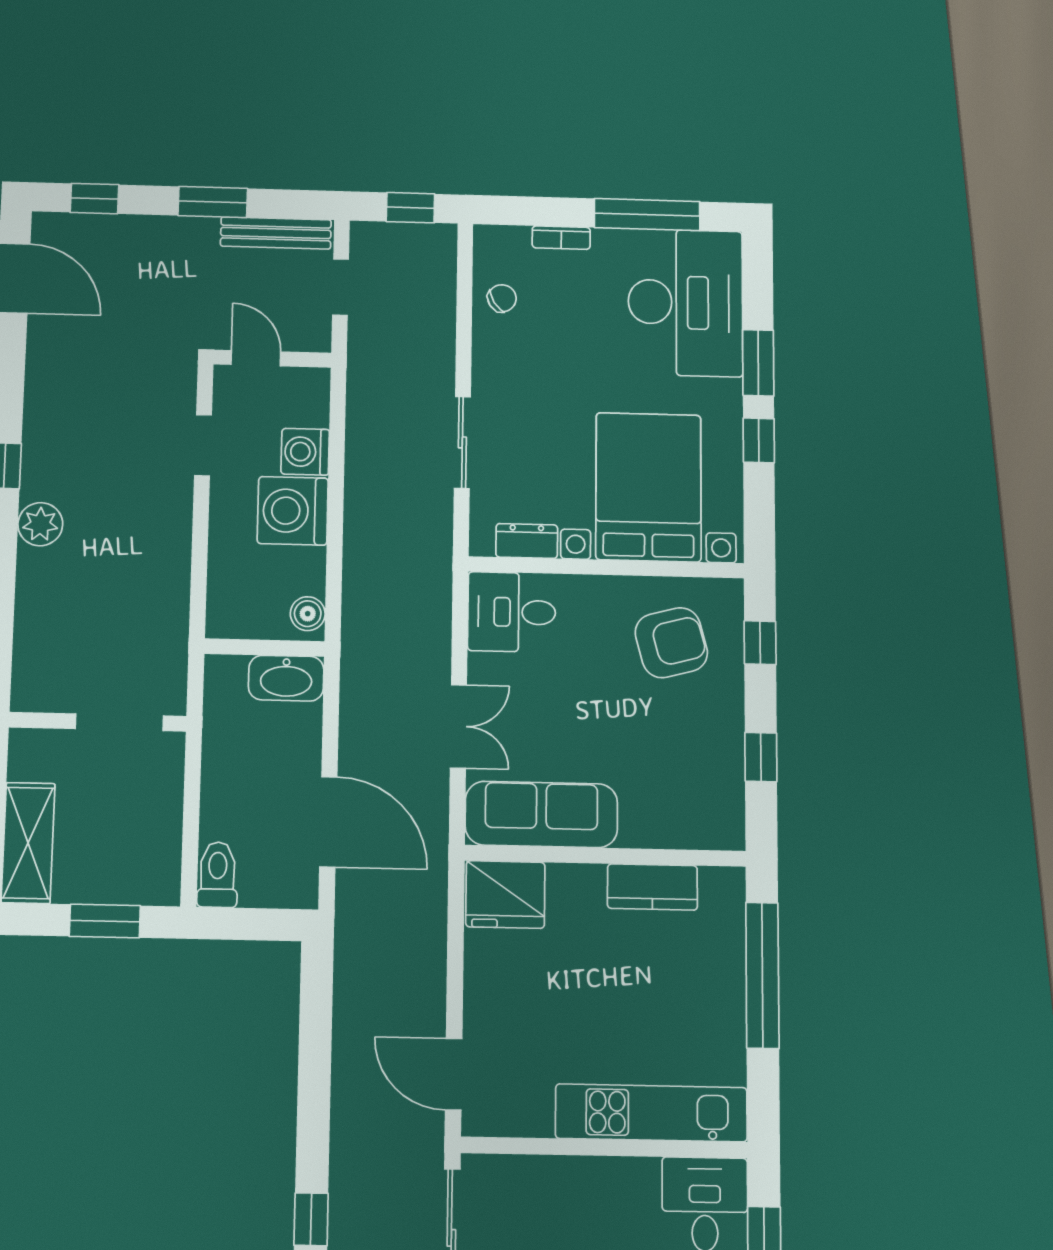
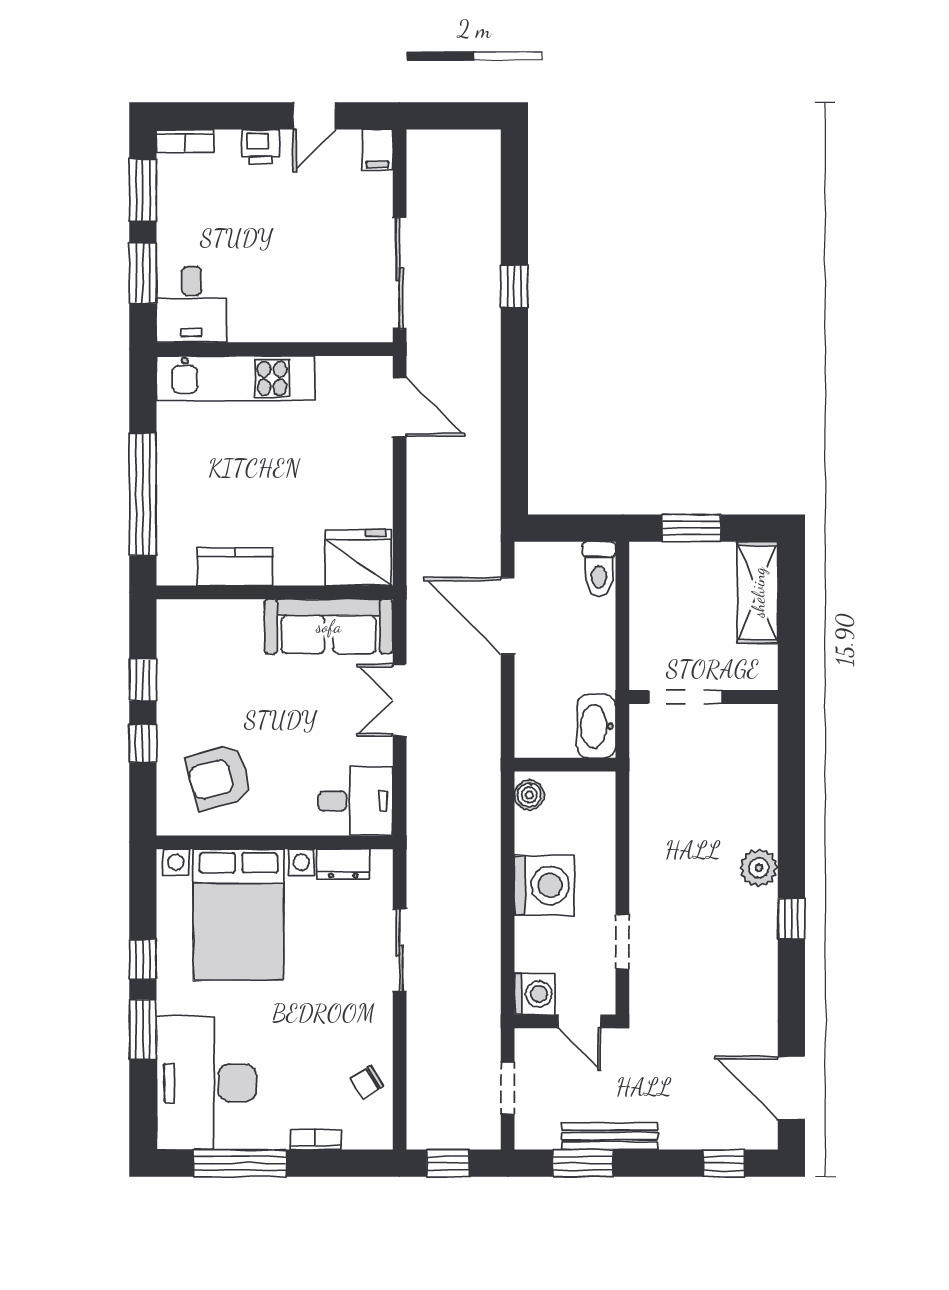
window: (213, 202) -> (583, 1163), moved
bench: (276, 233) -> (610, 1136), moved
washing machine: (305, 452) -> (535, 994), moved
window: (760, 643) -> (143, 743), moved
washbasin: (286, 678) -> (596, 726), moved, turned -90

